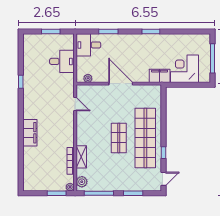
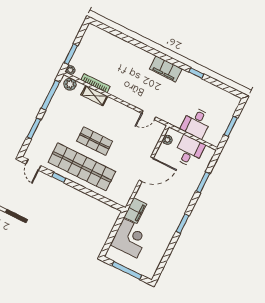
desk: (88, 45) -> (189, 151), moved
filing cabinet: (30, 133) -> (166, 69), moved

